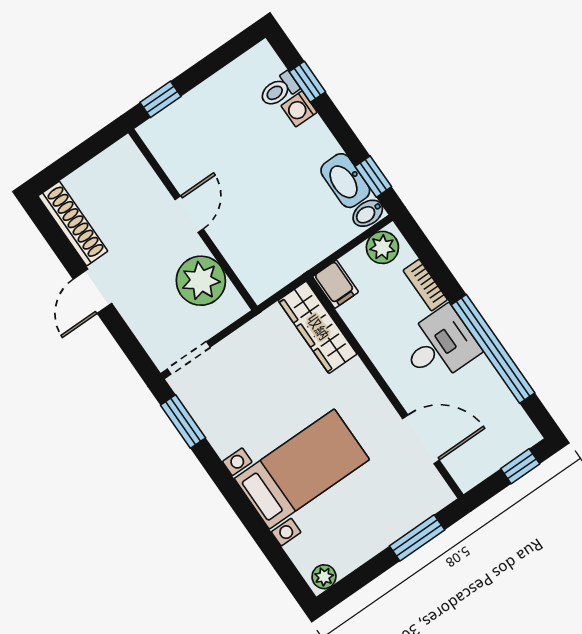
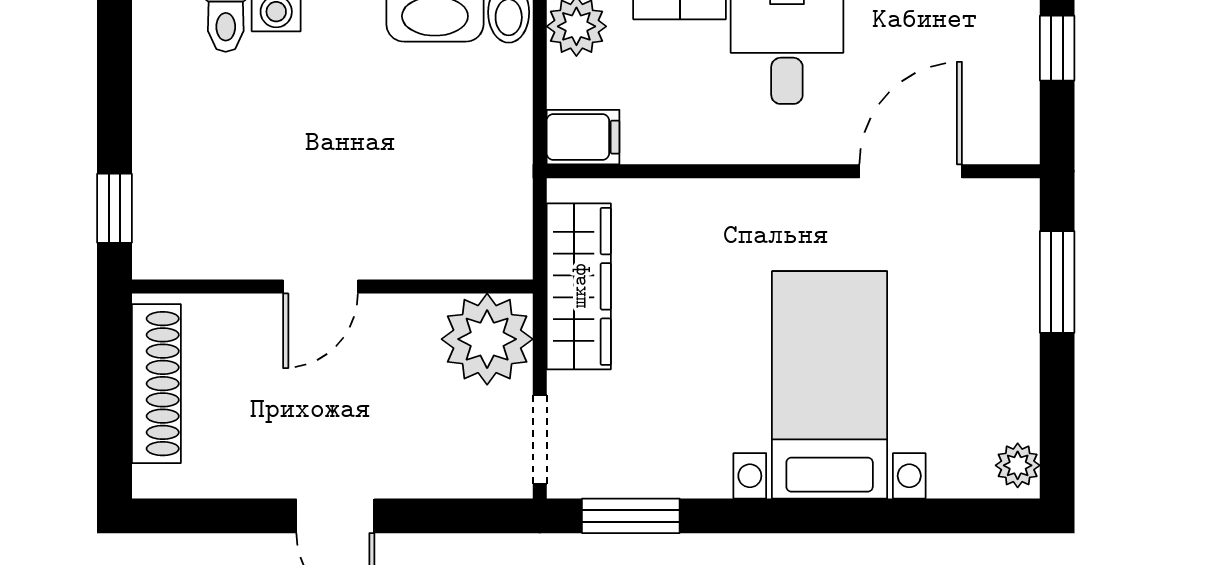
door: (189, 214) -> (320, 286), swing flipped
shoe rack: (73, 224) -> (156, 384), moved, turned 90
plant: (201, 281) -> (487, 339), moved
wardrobe: (318, 327) -> (579, 286), moved, turned -90

